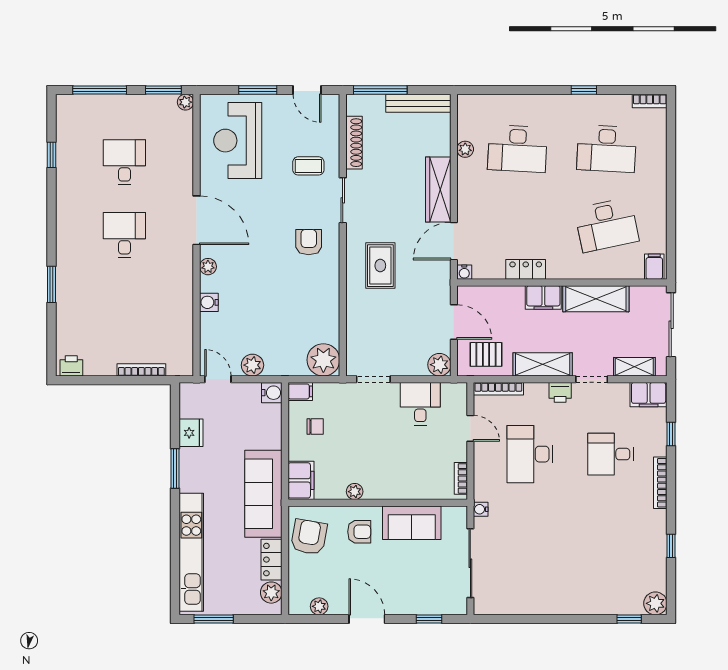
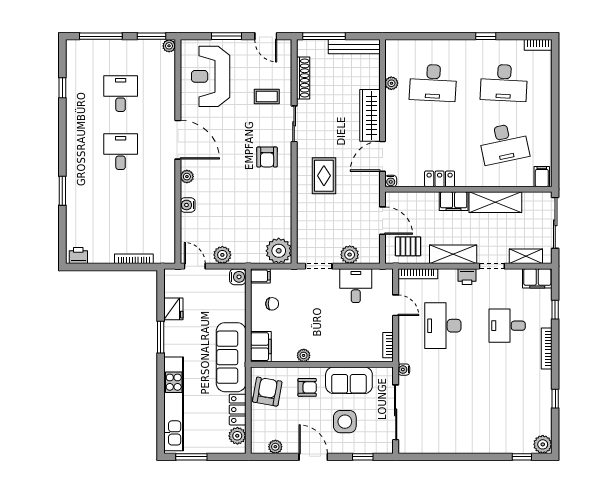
armchair: (309, 242) -> (267, 157), turned 180
plant: (439, 365) -> (350, 255), moved
side table: (407, 575) -> (345, 422), added

